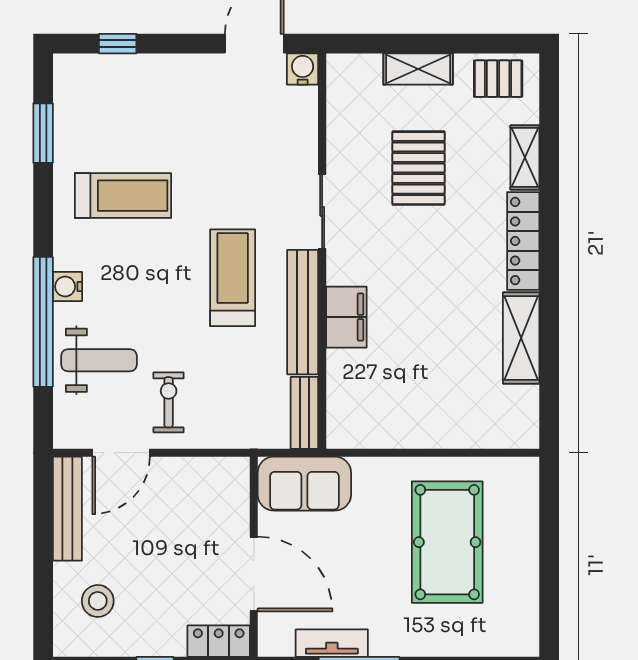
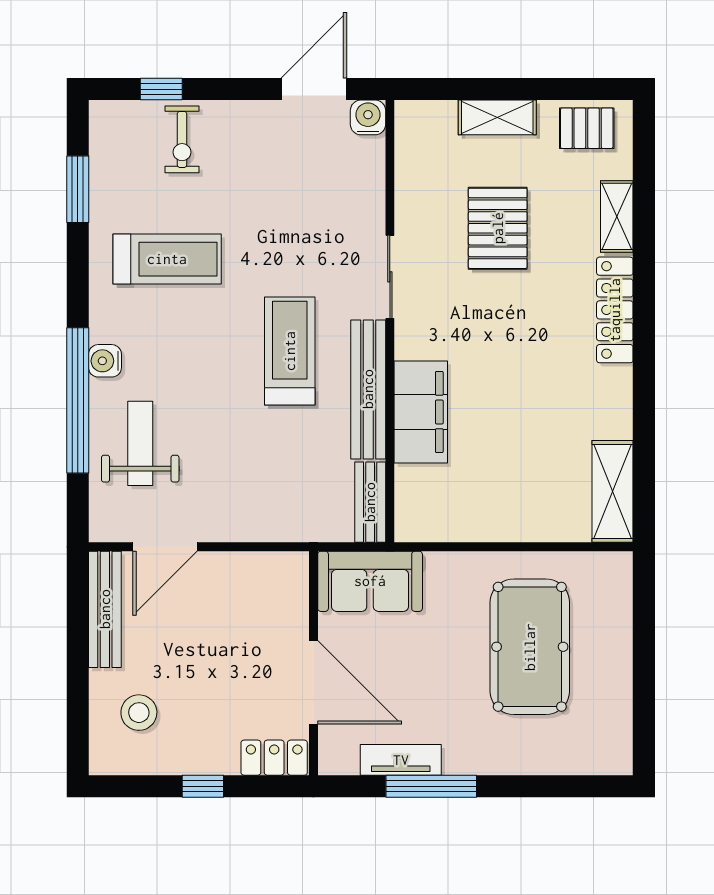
filing cabinet: (346, 317) -> (421, 412), width x1.50, depth x1.17
shelving: (521, 338) -> (613, 491), moved
weight bench: (99, 360) -> (140, 443), turned -90
exercise bike: (169, 402) -> (182, 139), moved, turned 180

